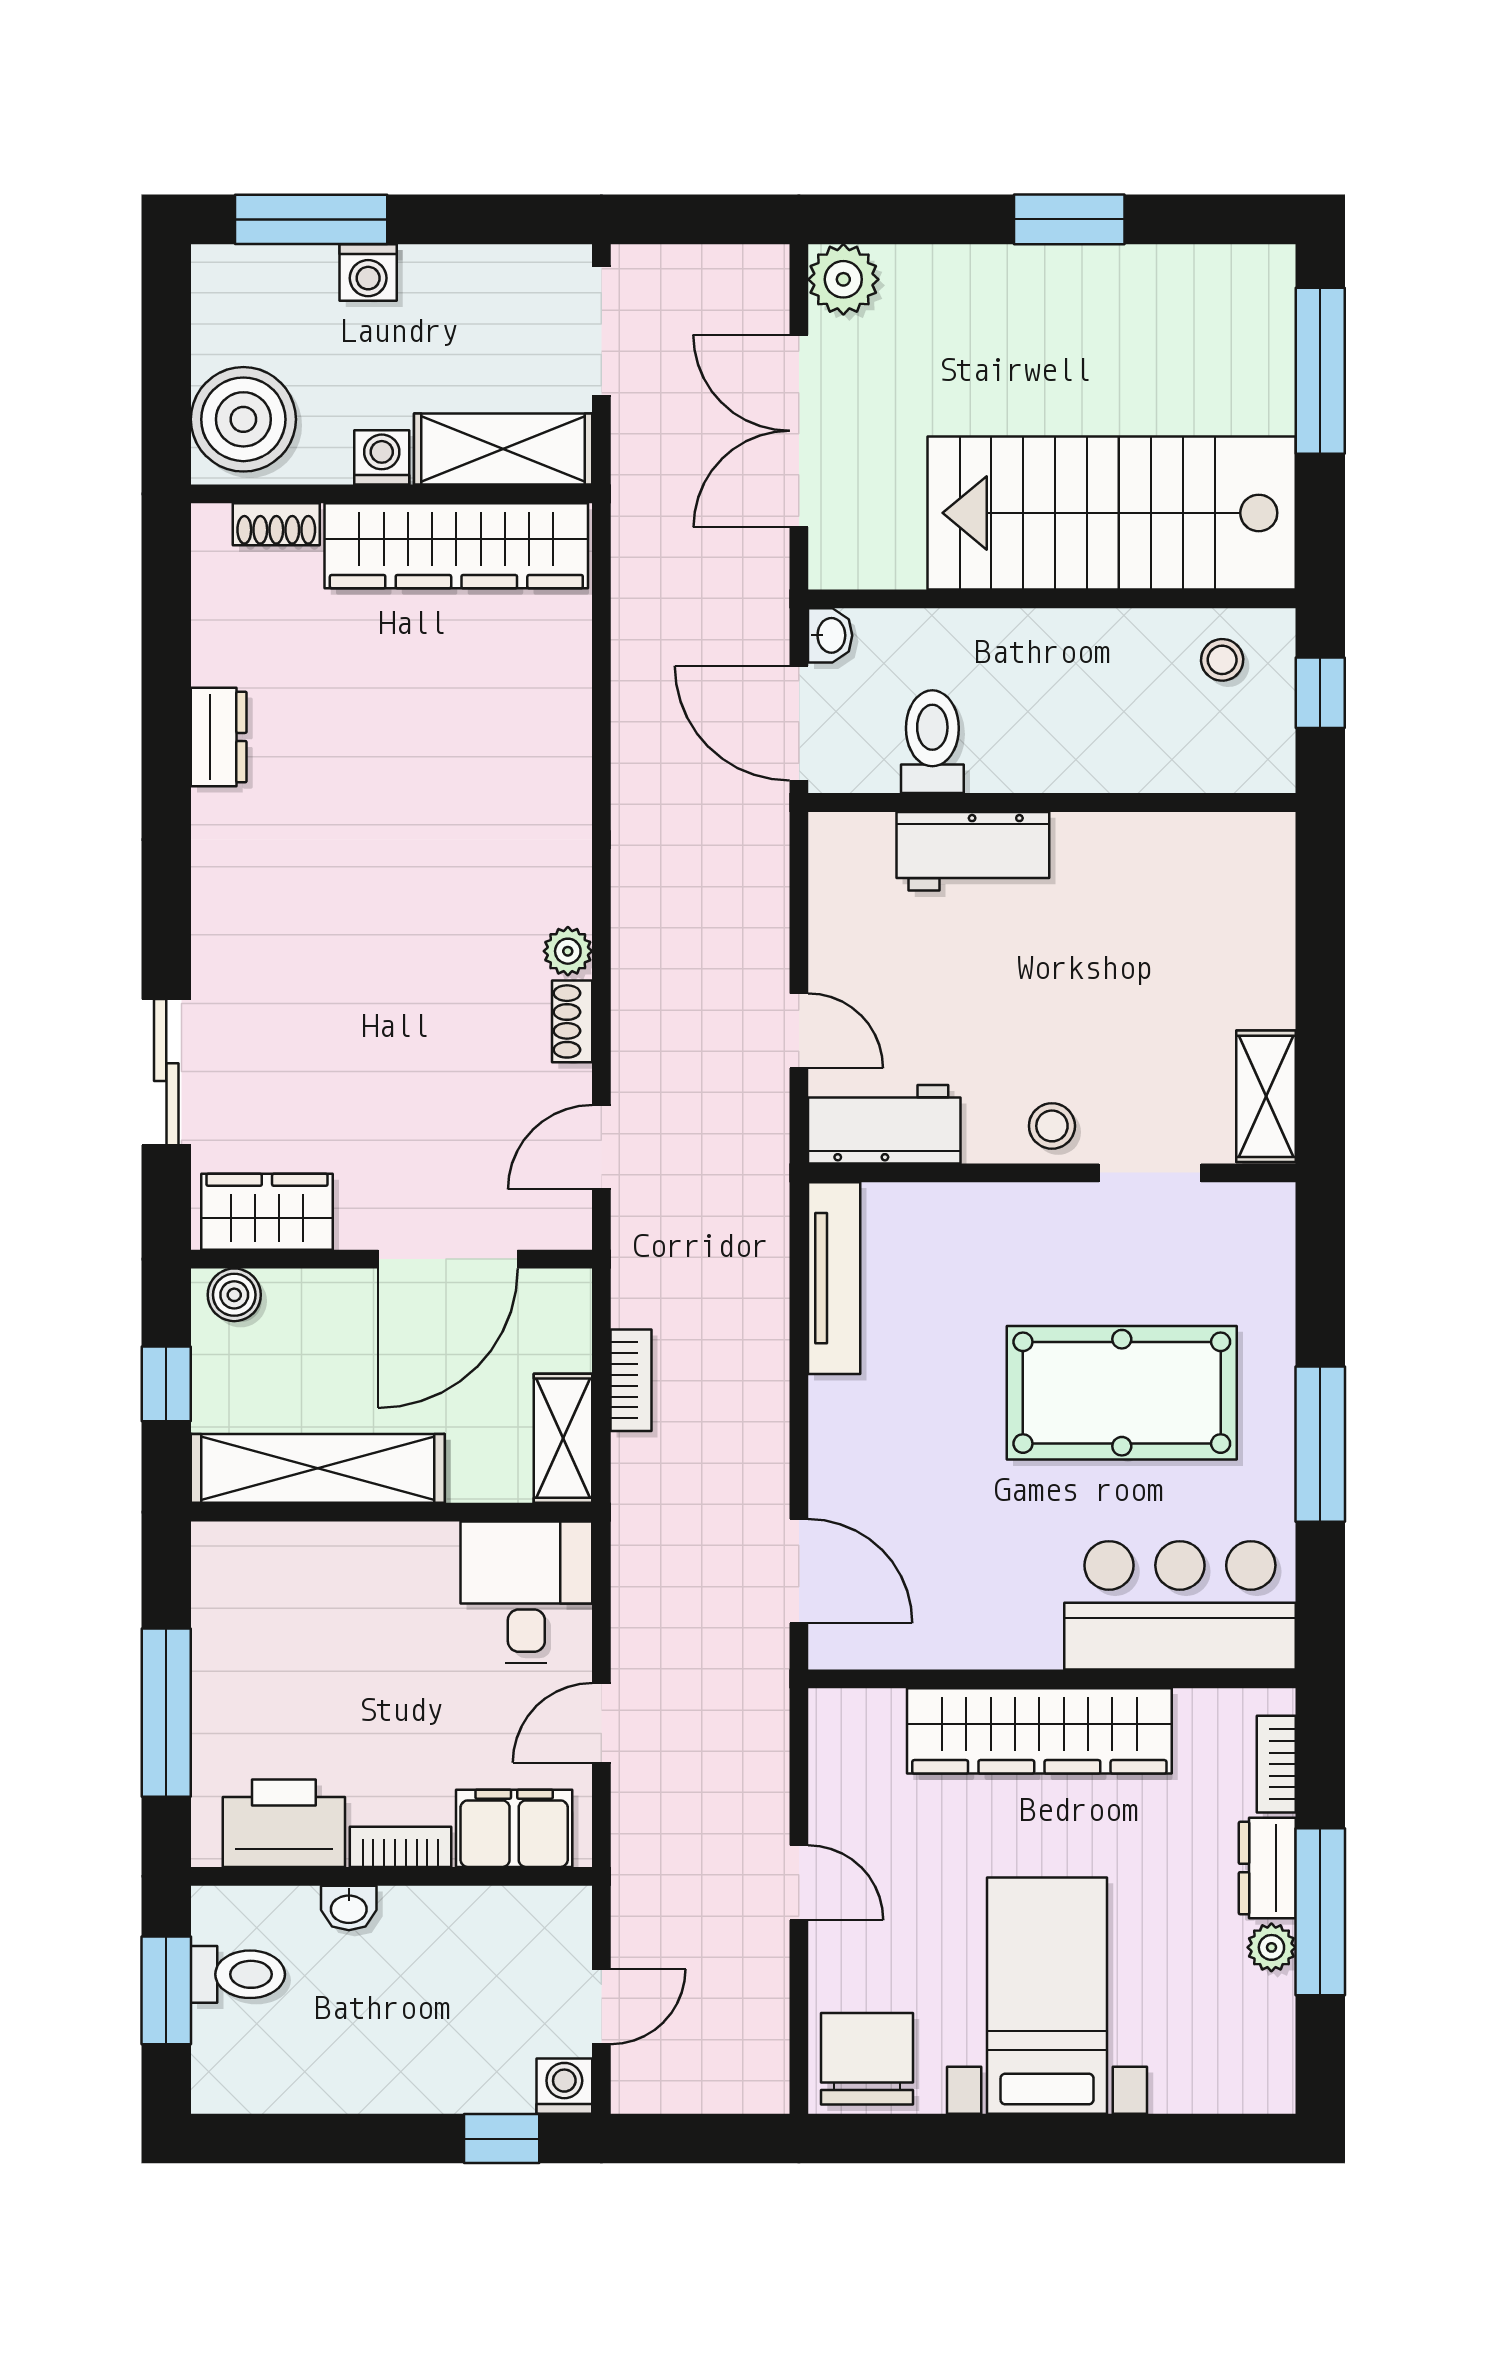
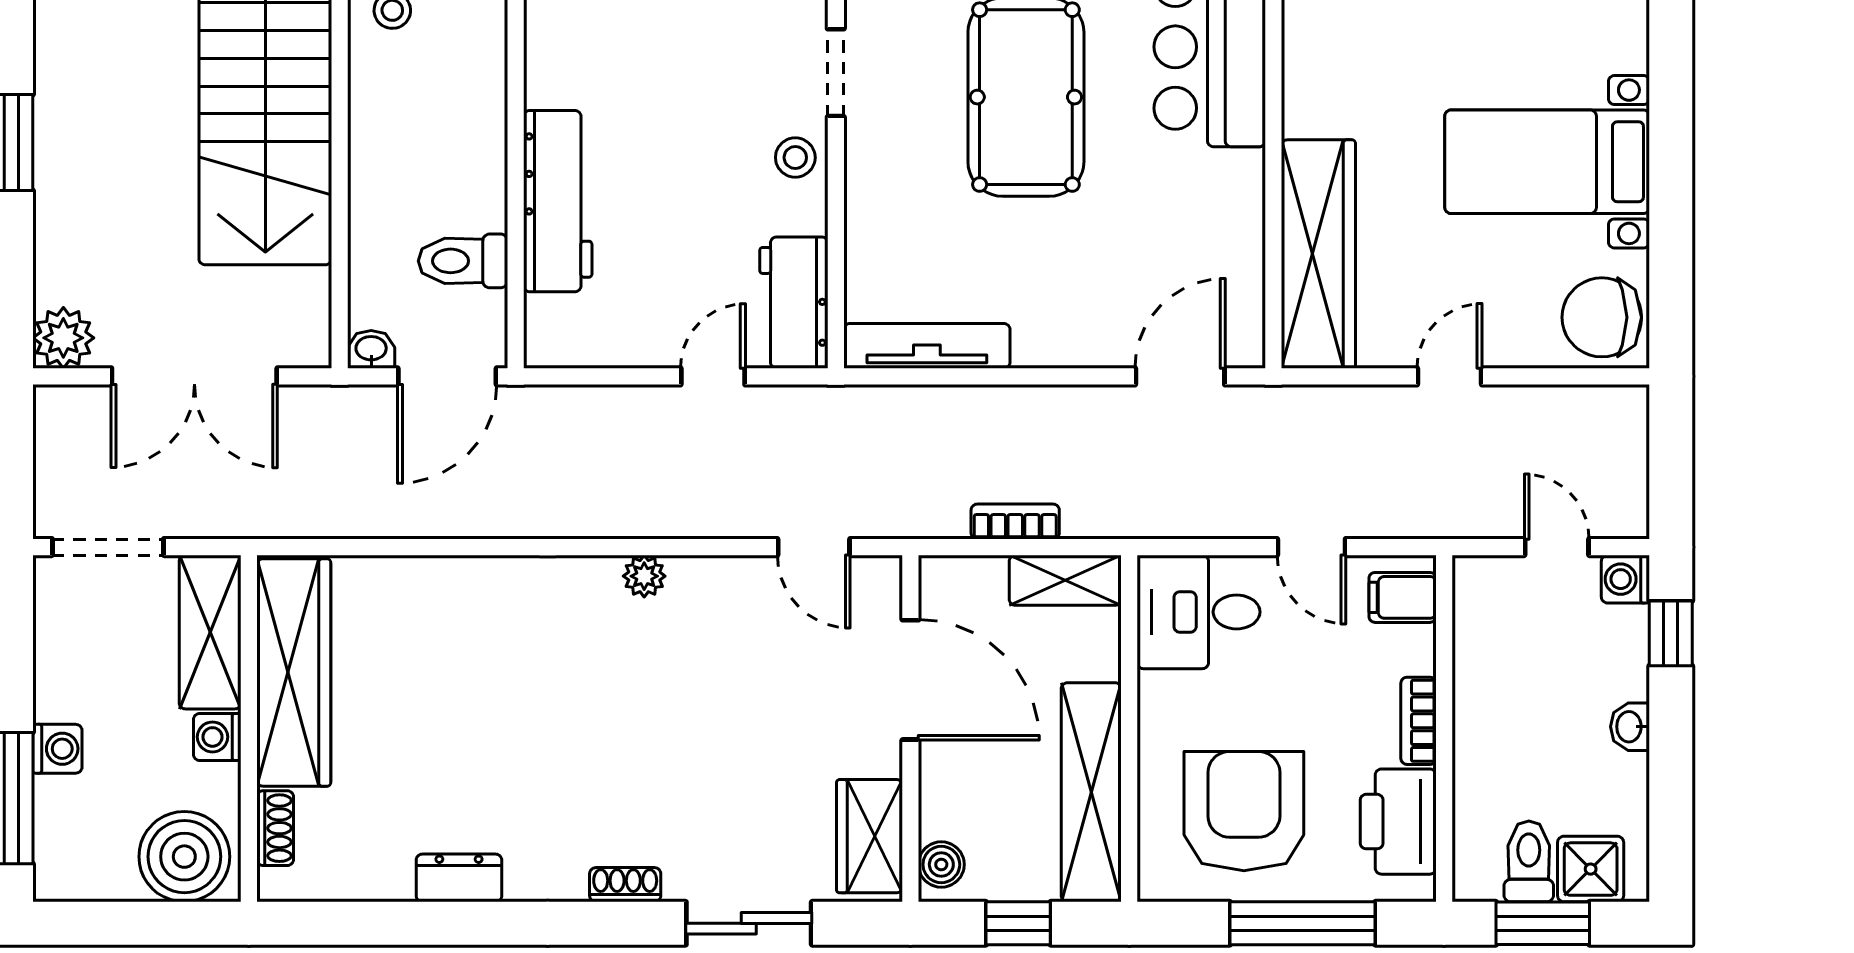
workbench: (973, 851) -> (558, 201), width x1.38
shoe rack: (572, 1021) -> (625, 885), moved, turned 180
armchair: (296, 1645) -> (1244, 811), added
wardrobe: (1039, 1731) -> (1318, 254), moved
filing cabinet: (514, 1828) -> (1403, 597), width x0.50
washbasin: (349, 1908) -> (1630, 727), moved, turned 180
shower: (229, 2046) -> (1591, 869), added

